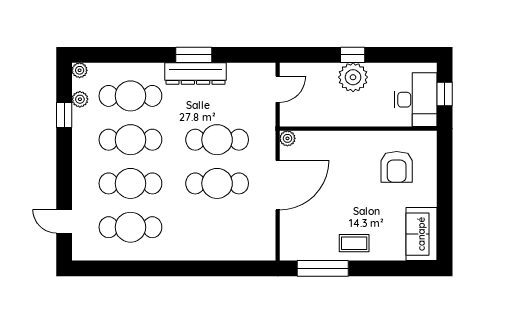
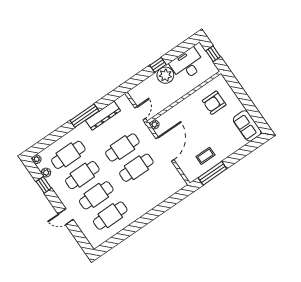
window: (194, 55) -> (84, 116), width x1.44
dresser: (195, 73) -> (103, 116), moved
door: (278, 89) -> (140, 113), moved
desk: (416, 100) -> (187, 64), moved, turned -90
armchair: (397, 167) -> (214, 103), turned 90
door: (64, 221) -> (66, 217), moved
coffee table: (354, 243) -> (205, 156), moved

